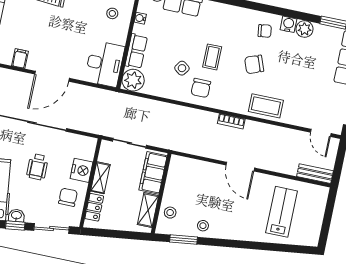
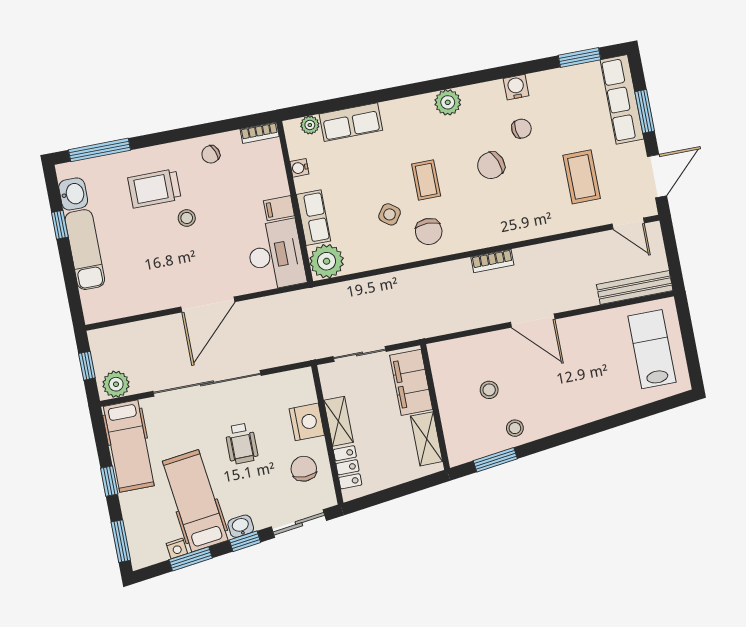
stool: (112, 13) -> (187, 218), moved
plant: (305, 29) -> (448, 102), moved
chair: (265, 31) -> (521, 129), moved
filing cabinet: (20, 58) -> (279, 208), moved, turned -90
coffee table: (266, 106) -> (582, 177), moved, turned 90
bench: (315, 174) -> (635, 287), width x1.36
lab bench: (282, 212) -> (652, 349), moved
stool: (170, 213) -> (489, 390), moved

